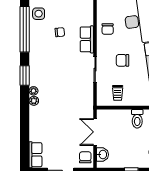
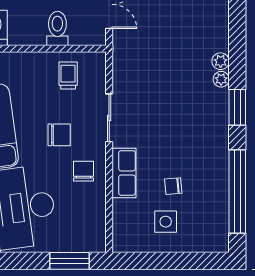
side table: (39, 14) -> (166, 222), moved
chair: (108, 29) -> (84, 171), moved
toilet: (137, 119) -> (57, 28), moved

